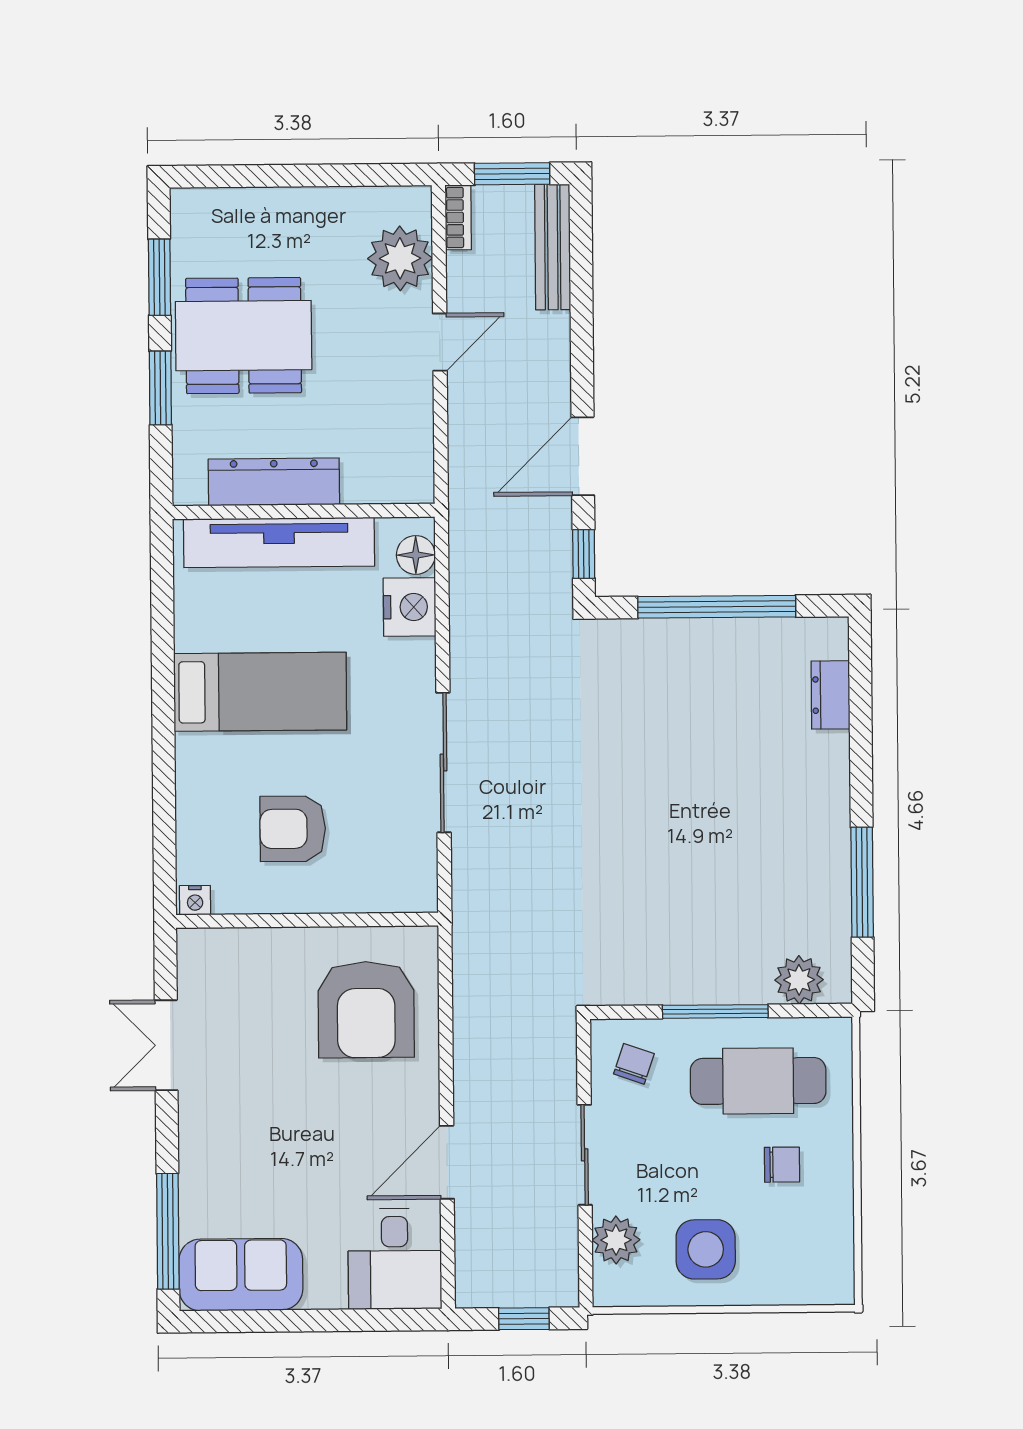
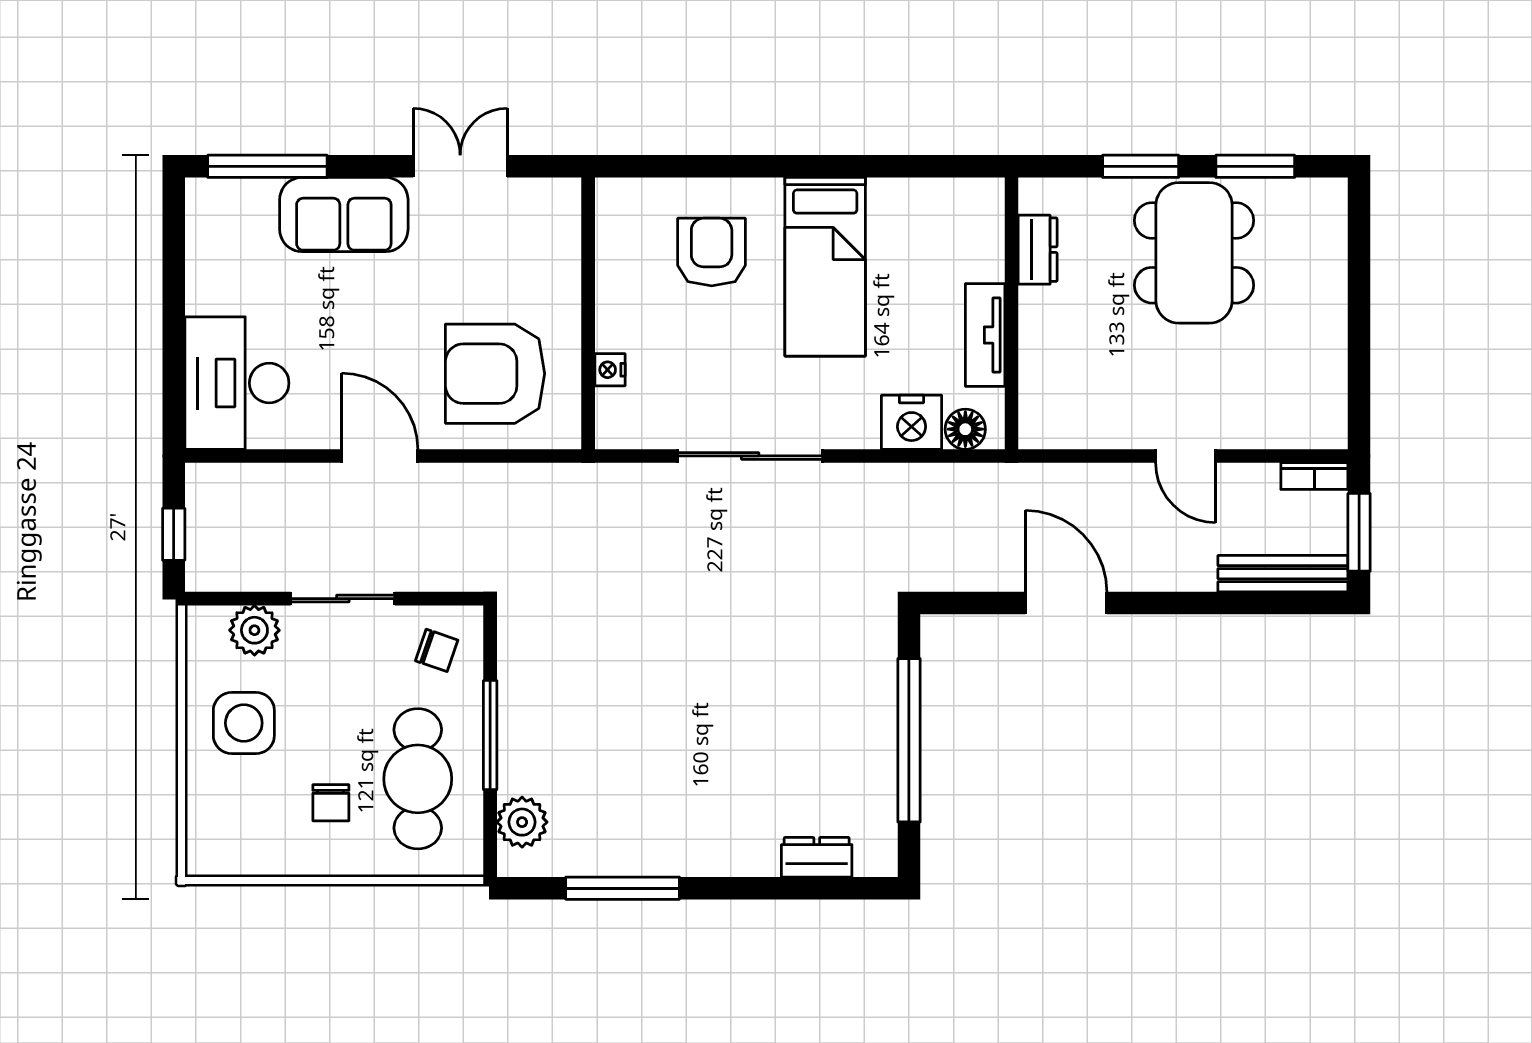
plant: (400, 258) -> (1273, 416), removed
dresser: (274, 482) -> (1038, 250), width x0.51, depth x0.80
tv unit: (279, 542) -> (985, 335), width x0.52, depth x0.78
window: (584, 554) -> (965, 603), removed
armchair: (293, 829) -> (712, 252), moved
nightstand: (195, 900) -> (610, 370), moved
door: (447, 1162) -> (380, 456), moved
desk: (395, 1259) -> (237, 383), width x1.37
sofa: (241, 1275) -> (344, 215), moved, turned 90

